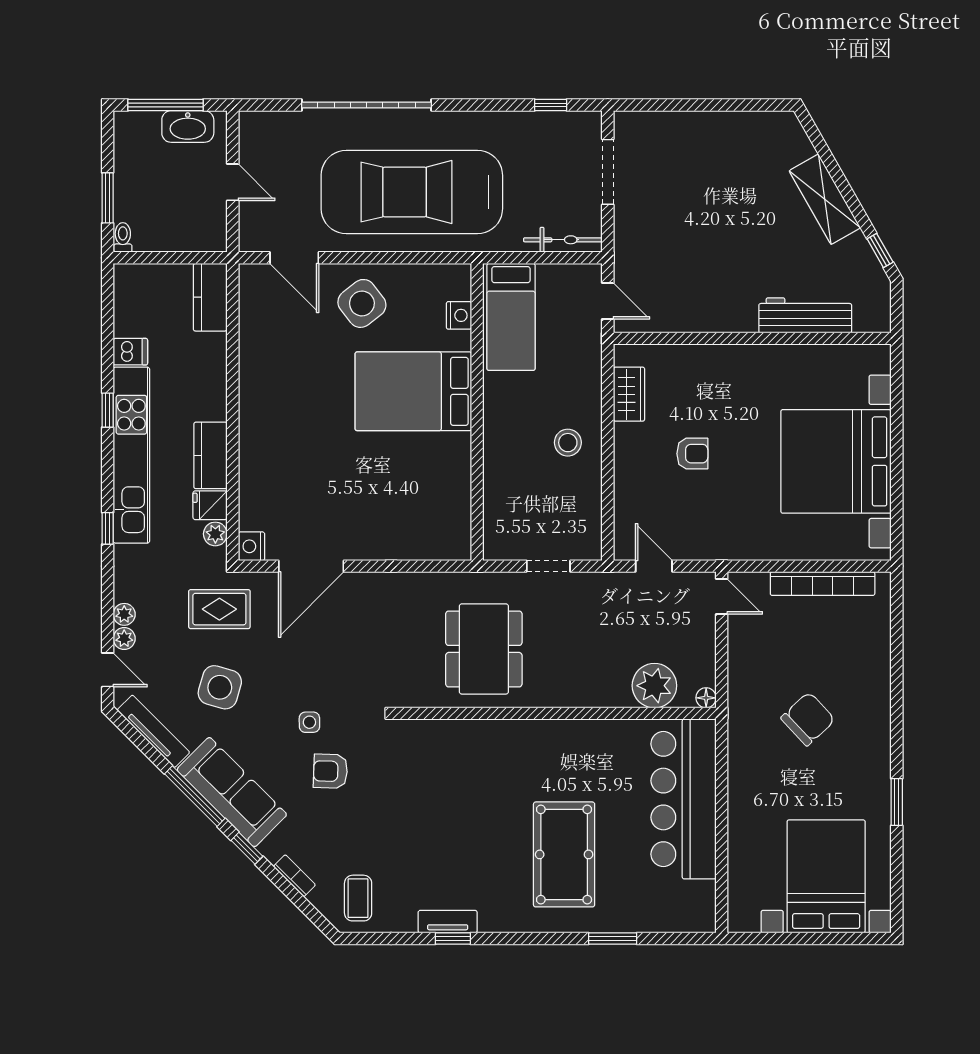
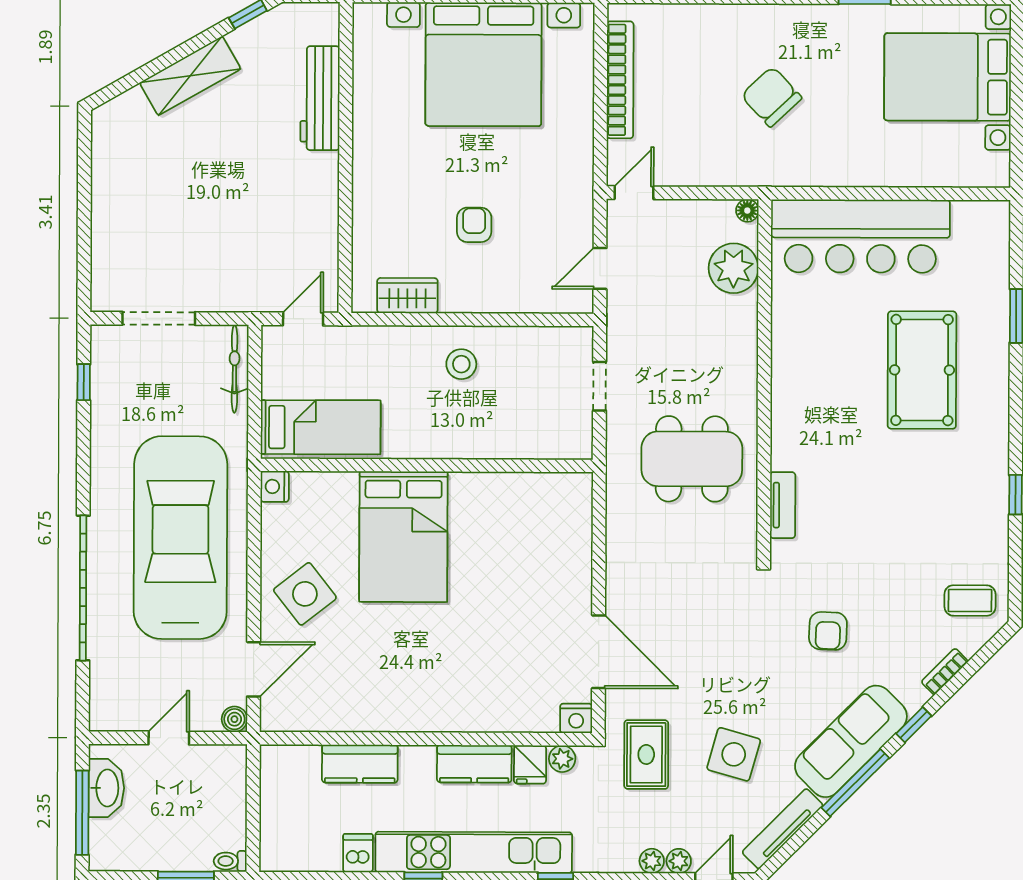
car: (412, 192) -> (180, 538), turned 180
boiler: (250, 241) -> (234, 719), added
kitchen counter: (210, 297) -> (360, 764), moved
nightstand: (459, 315) -> (275, 486), moved, turned -90
side table: (309, 722) -> (773, 654), removed
pool table: (564, 854) -> (922, 370), turned 90
tv unit: (448, 922) -> (783, 505), moved, turned 180

